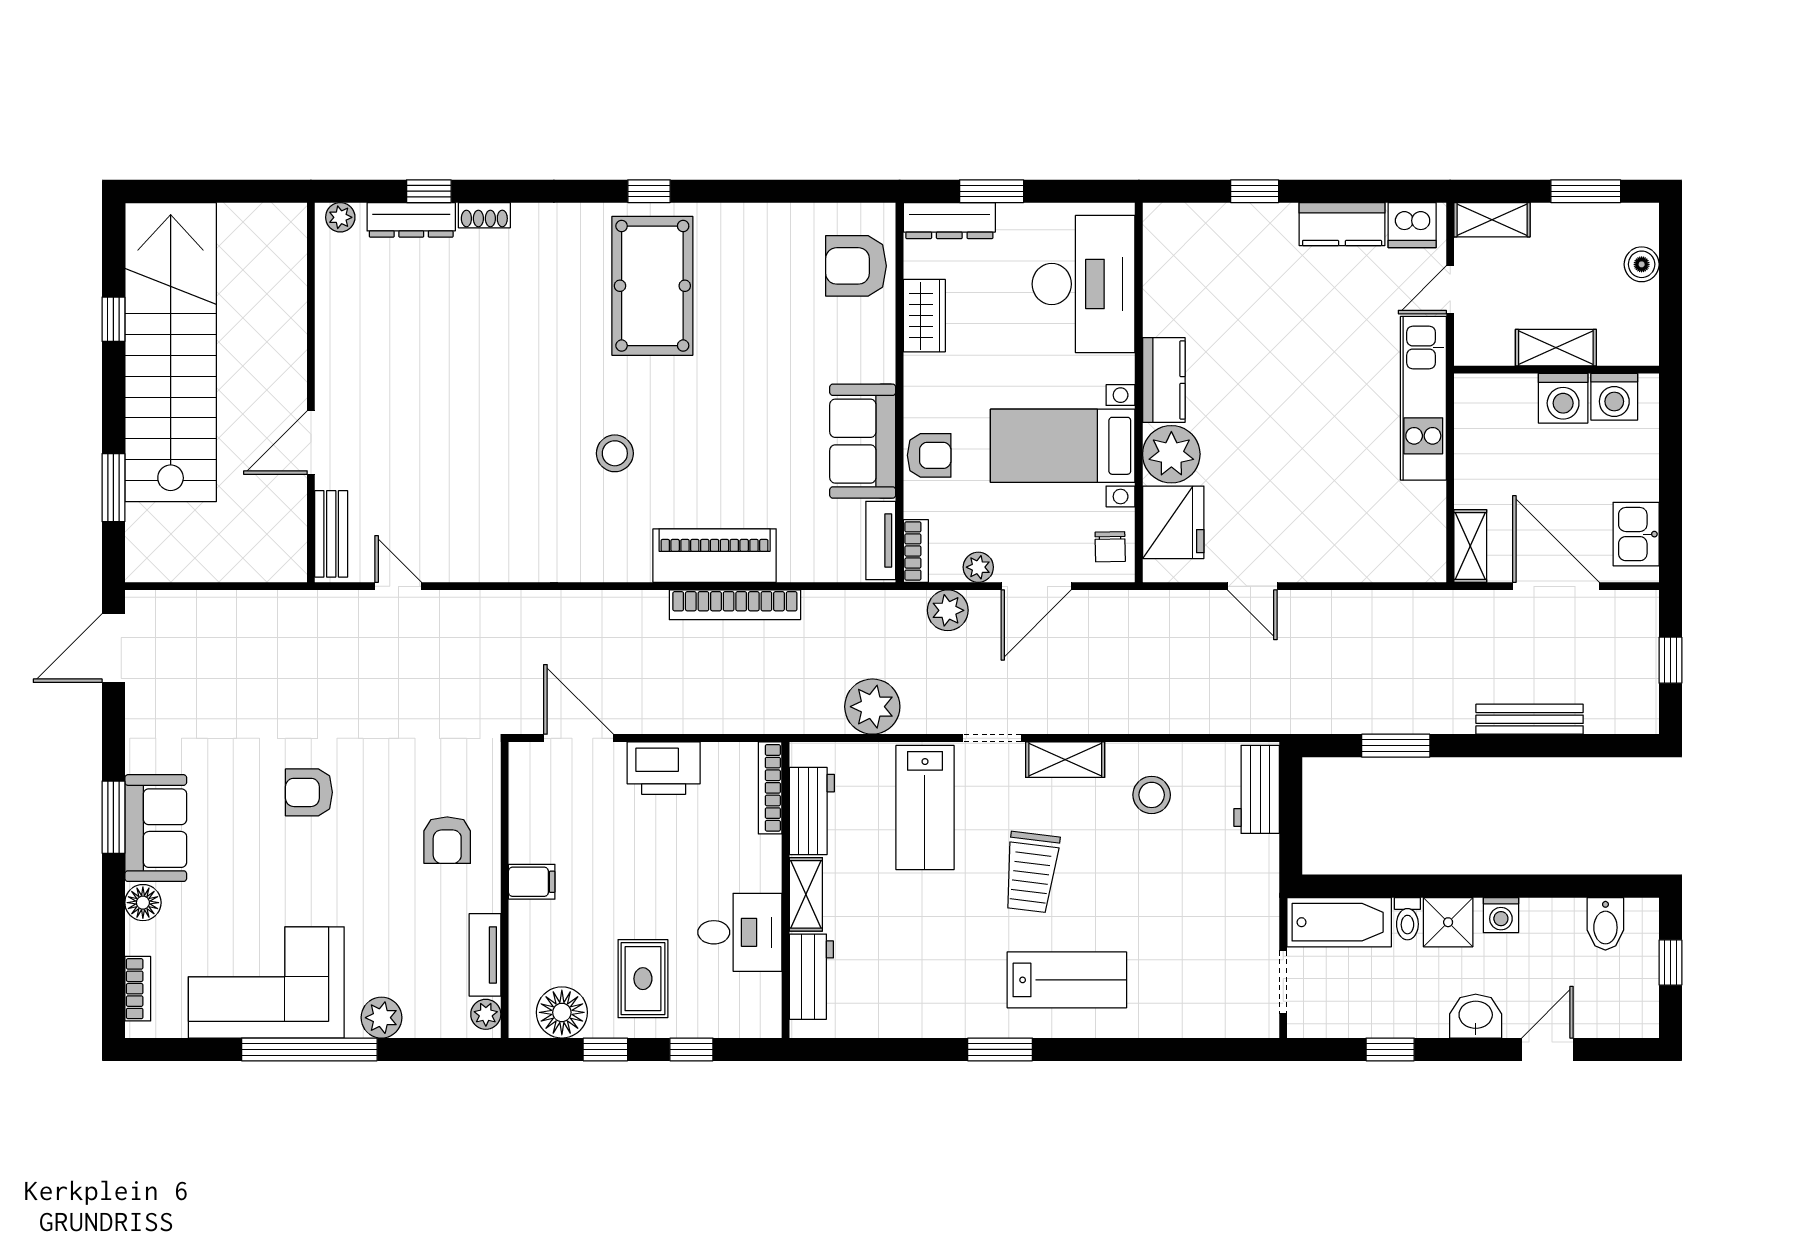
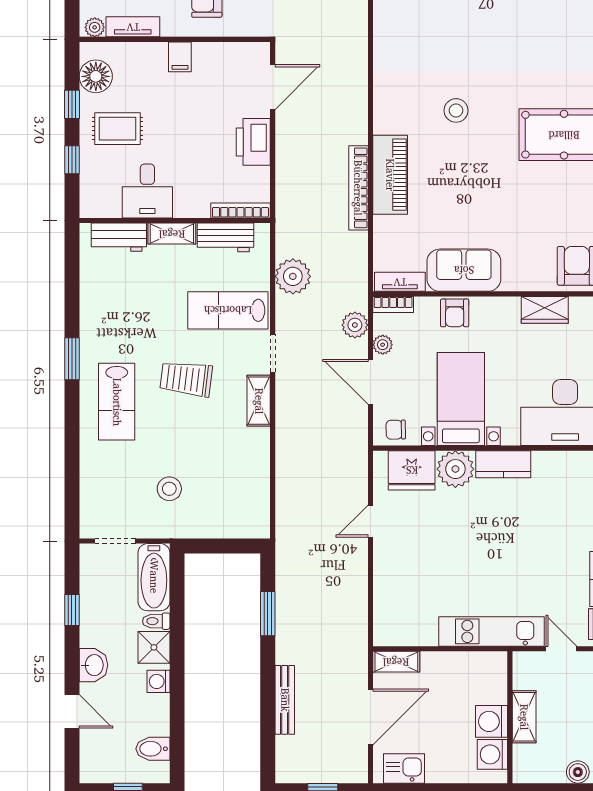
workbench: (1257, 789) -> (239, 524), removed
stool: (1152, 795) -> (169, 489), moved

